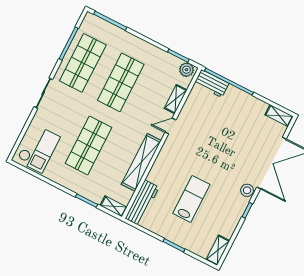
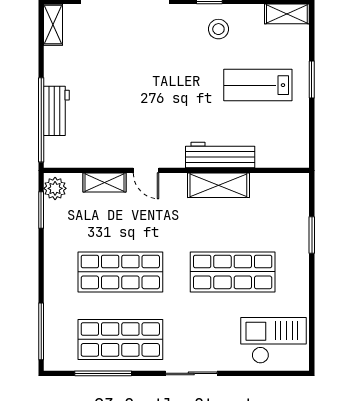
workbench: (212, 83) -> (56, 111), moved
shelving: (141, 162) -> (218, 185), width x0.68
stool: (247, 190) -> (218, 29), moved
lab bench: (191, 199) -> (258, 85), moved
workbench: (142, 203) -> (220, 155), moved
shelving: (114, 206) -> (300, 193), removed

